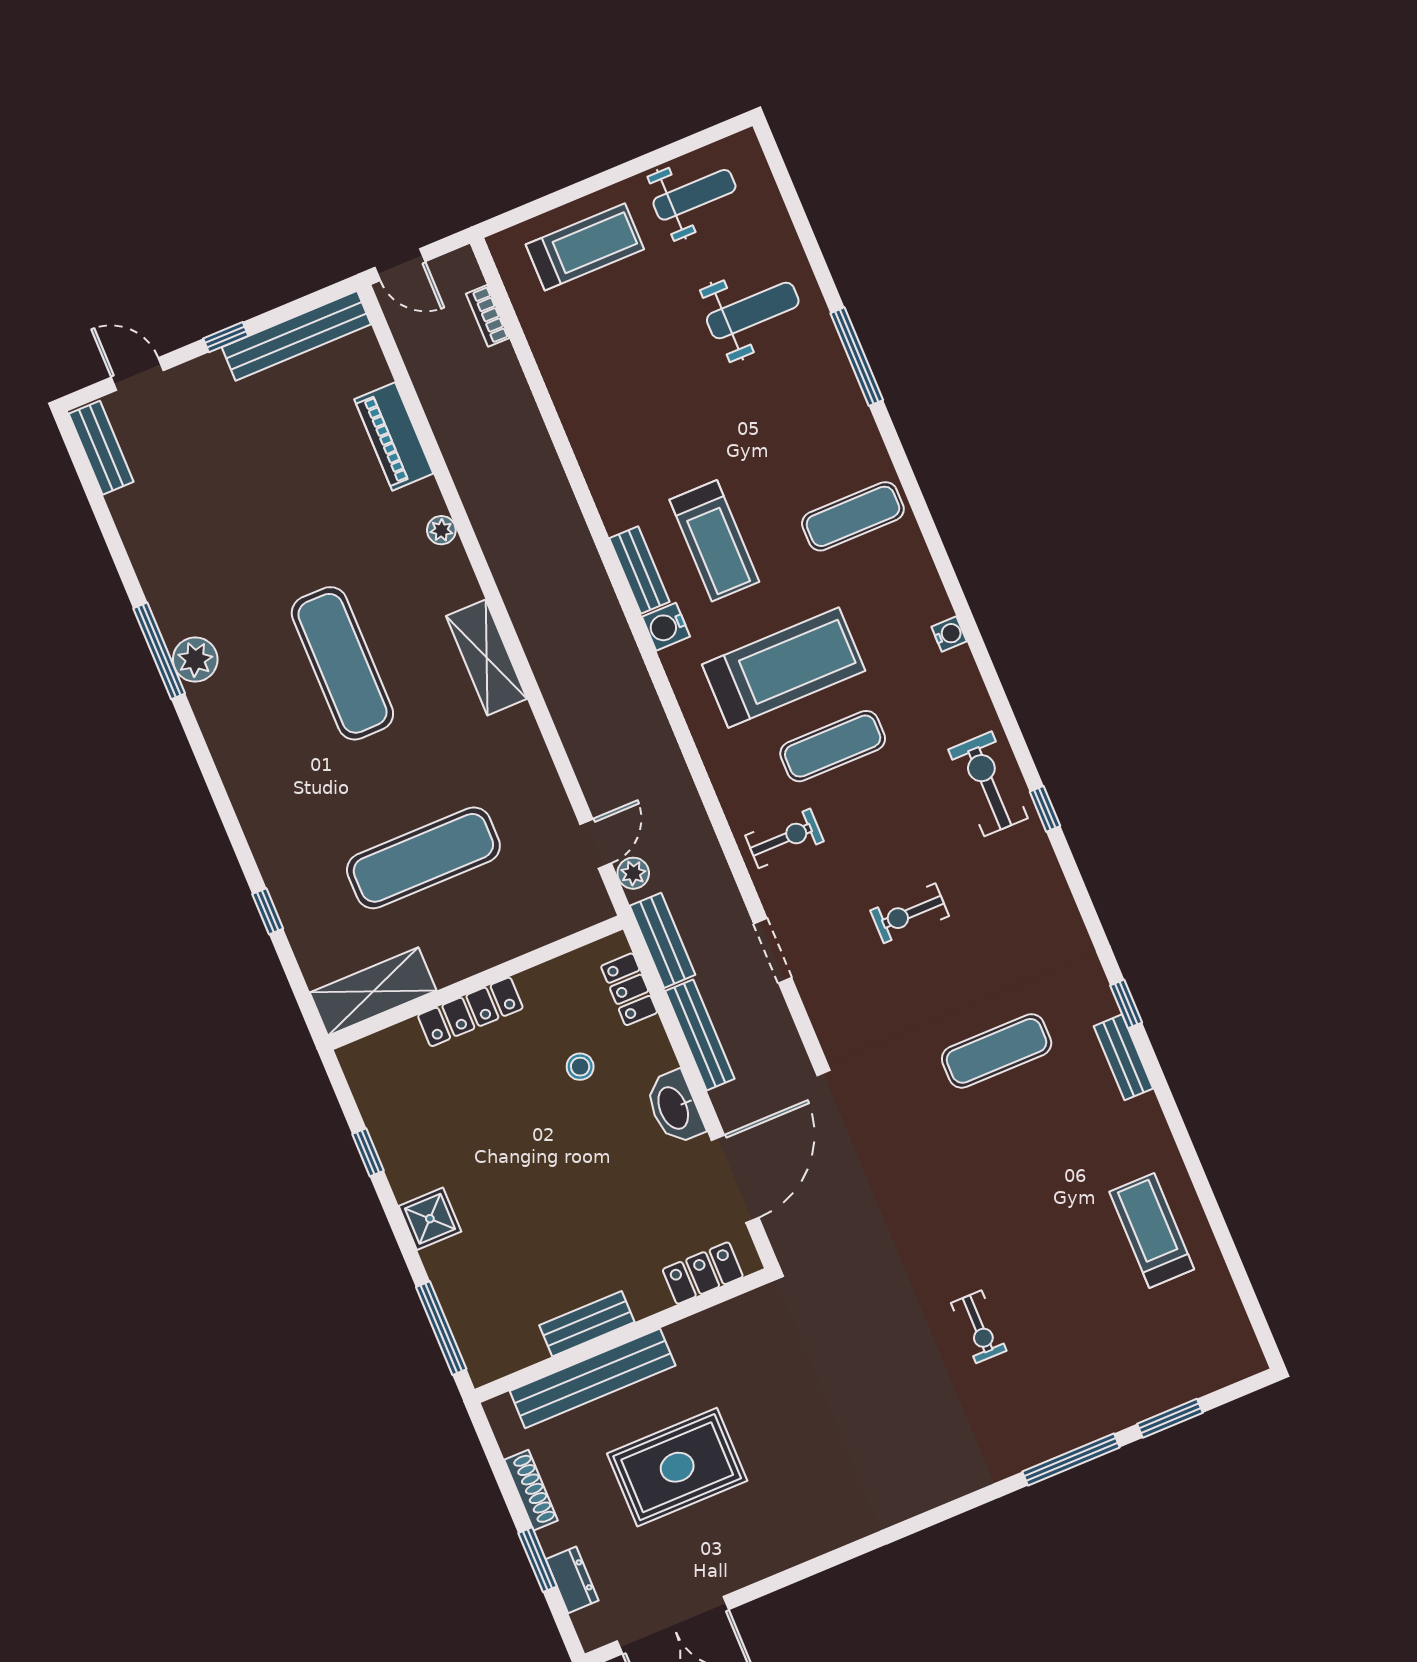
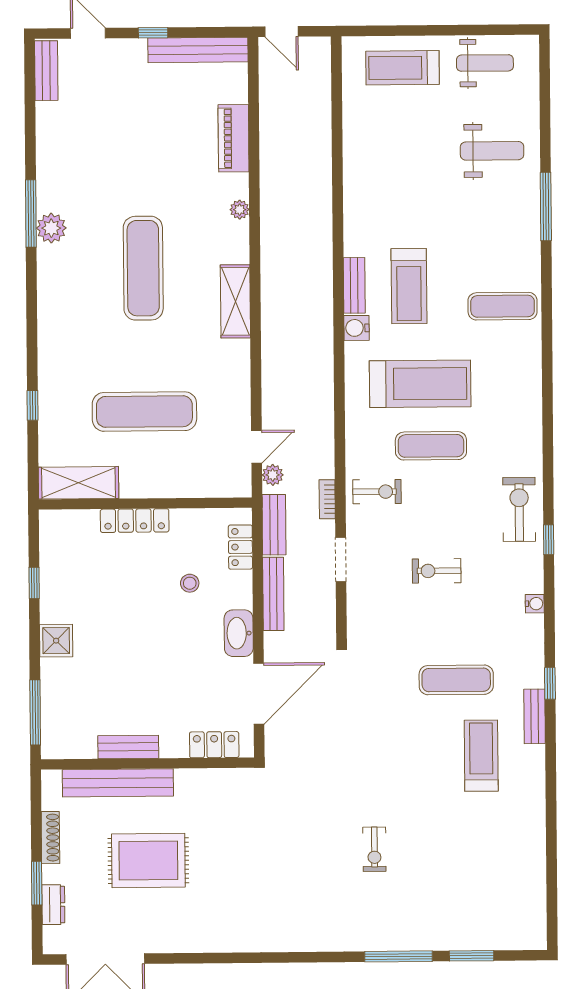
treadmill: (585, 247) -> (403, 68), turned 180
bookcase: (488, 316) -> (327, 499), moved
water cooler: (949, 634) -> (535, 604), moved
treadmill: (1152, 1230) -> (481, 756), moved

